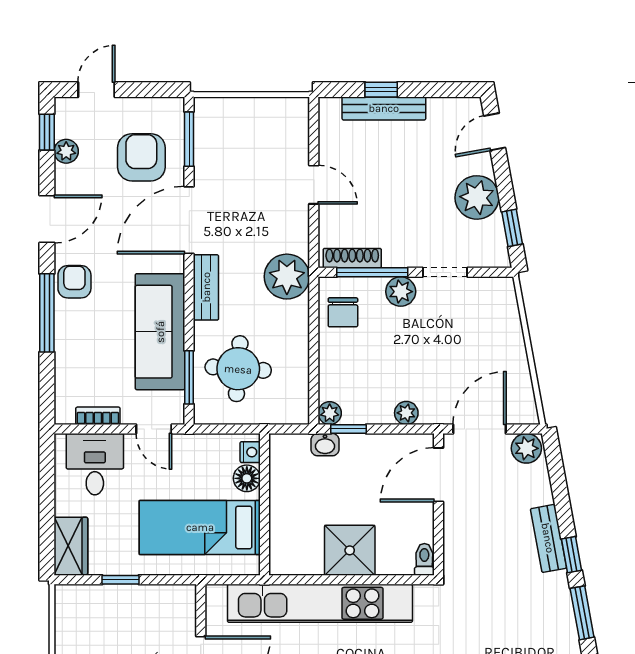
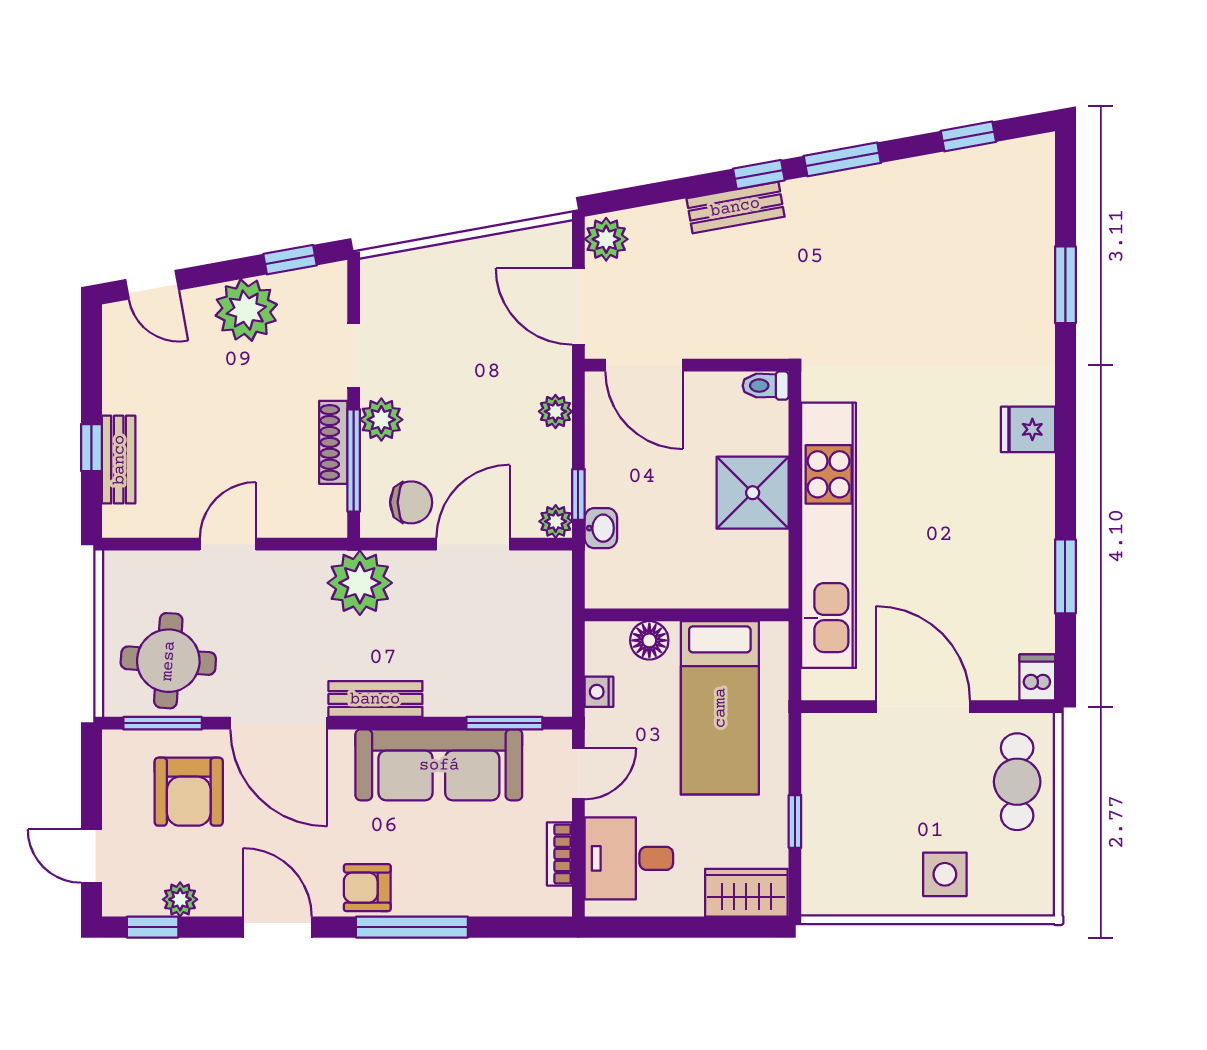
bench: (384, 108) -> (119, 460), width x0.73
armchair: (141, 157) -> (189, 792), turned -90
shoe rack: (352, 258) -> (333, 442), moved
door: (314, 356) -> (473, 544), added
round table: (238, 369) -> (168, 661), moved
nightstand: (250, 452) -> (599, 692), moved, turned -90

